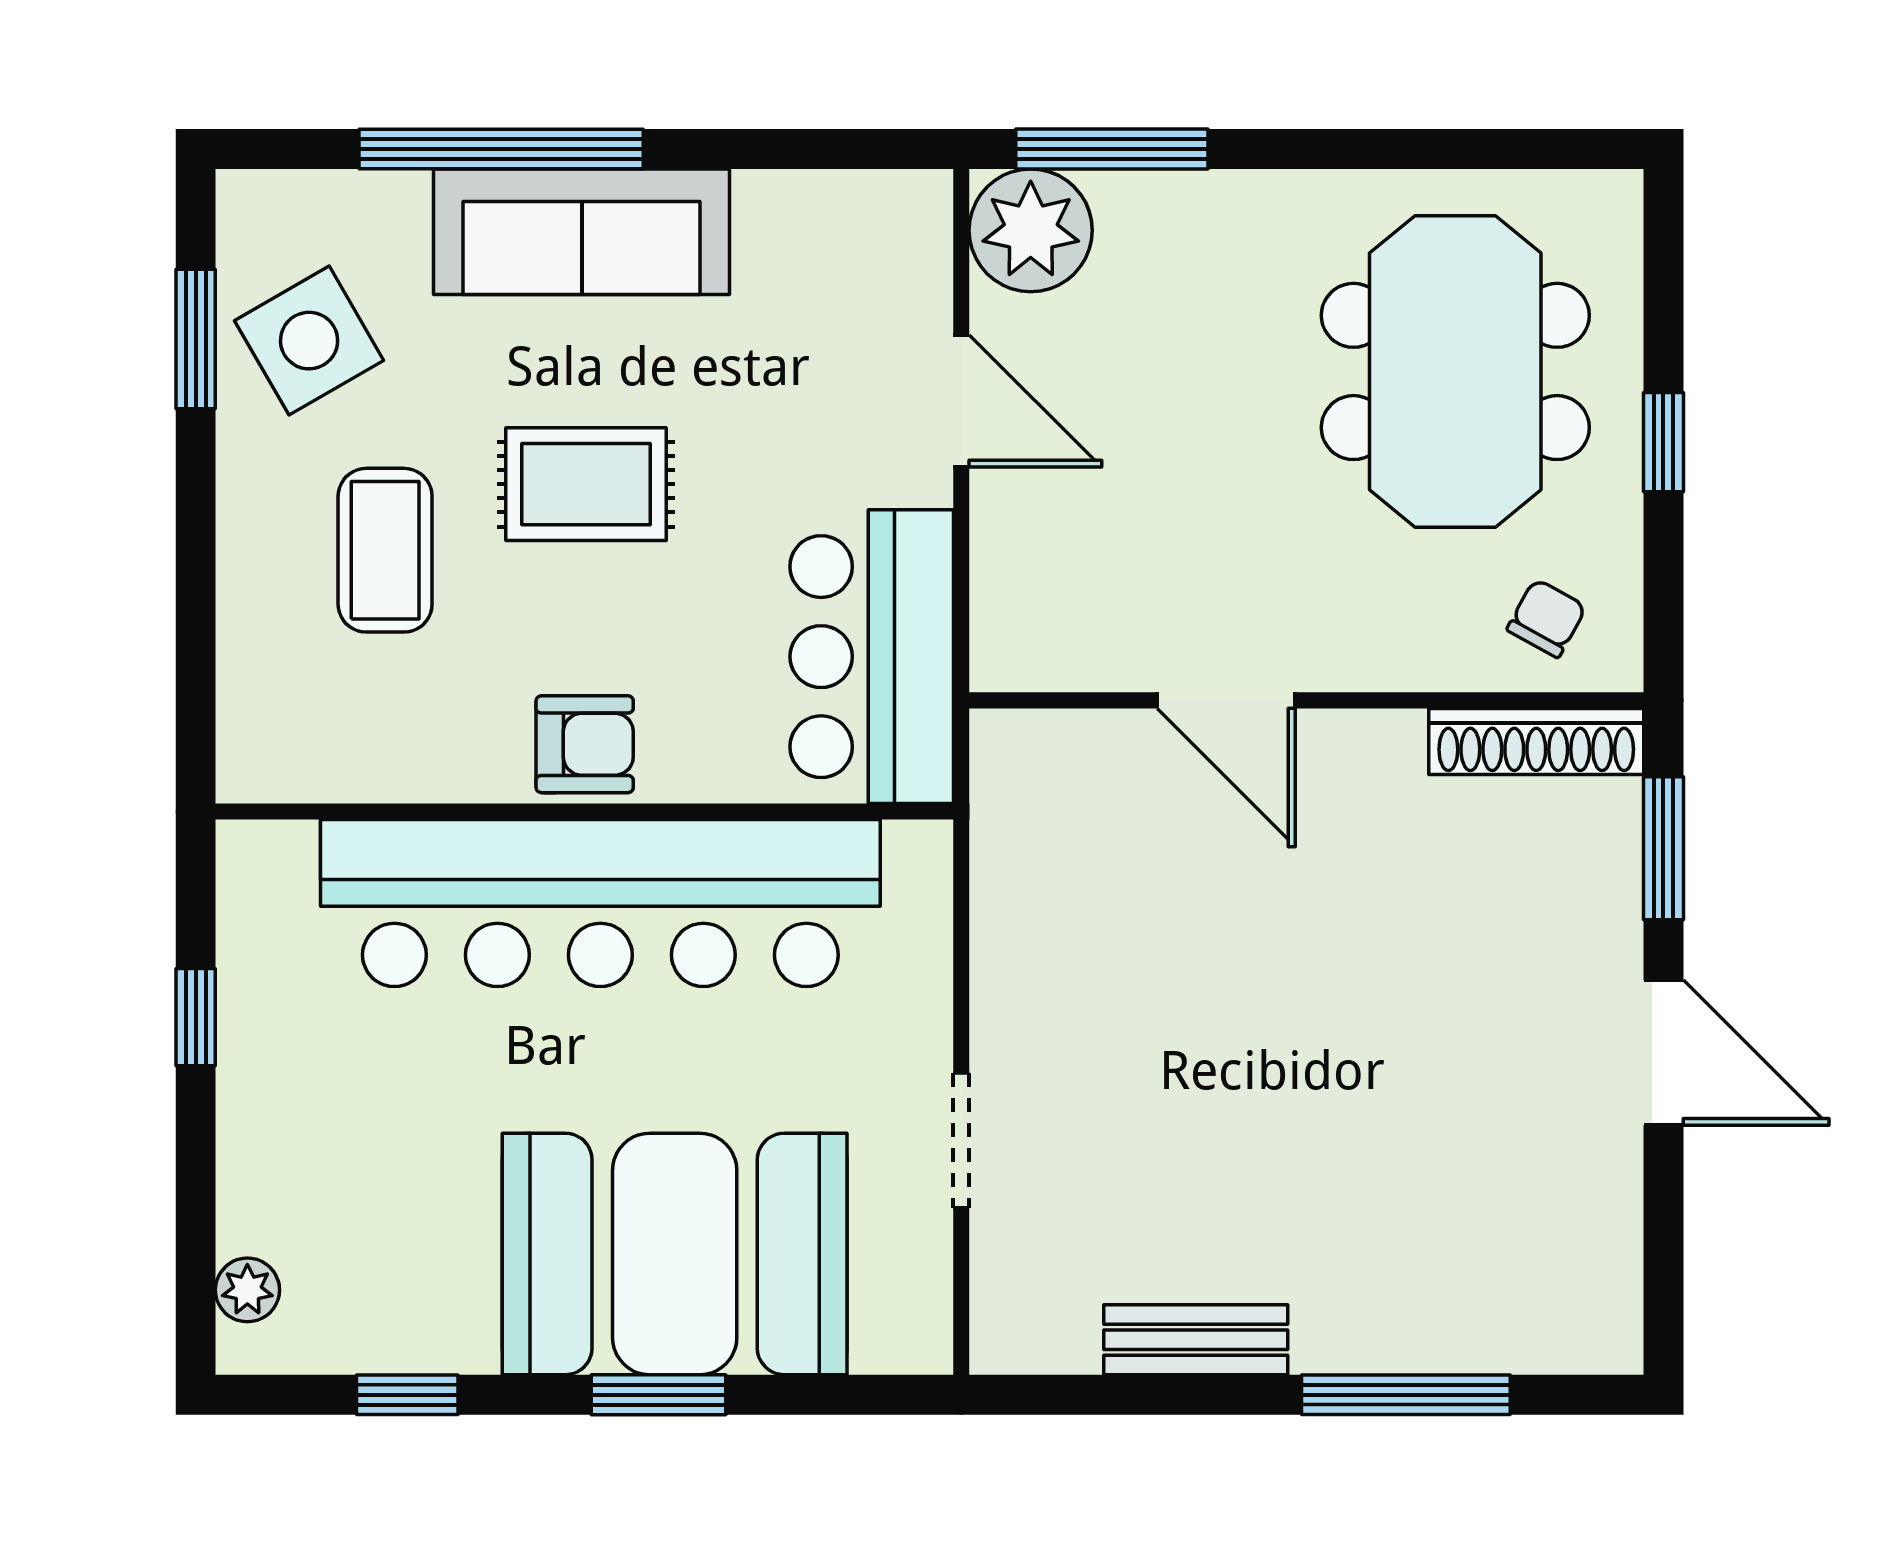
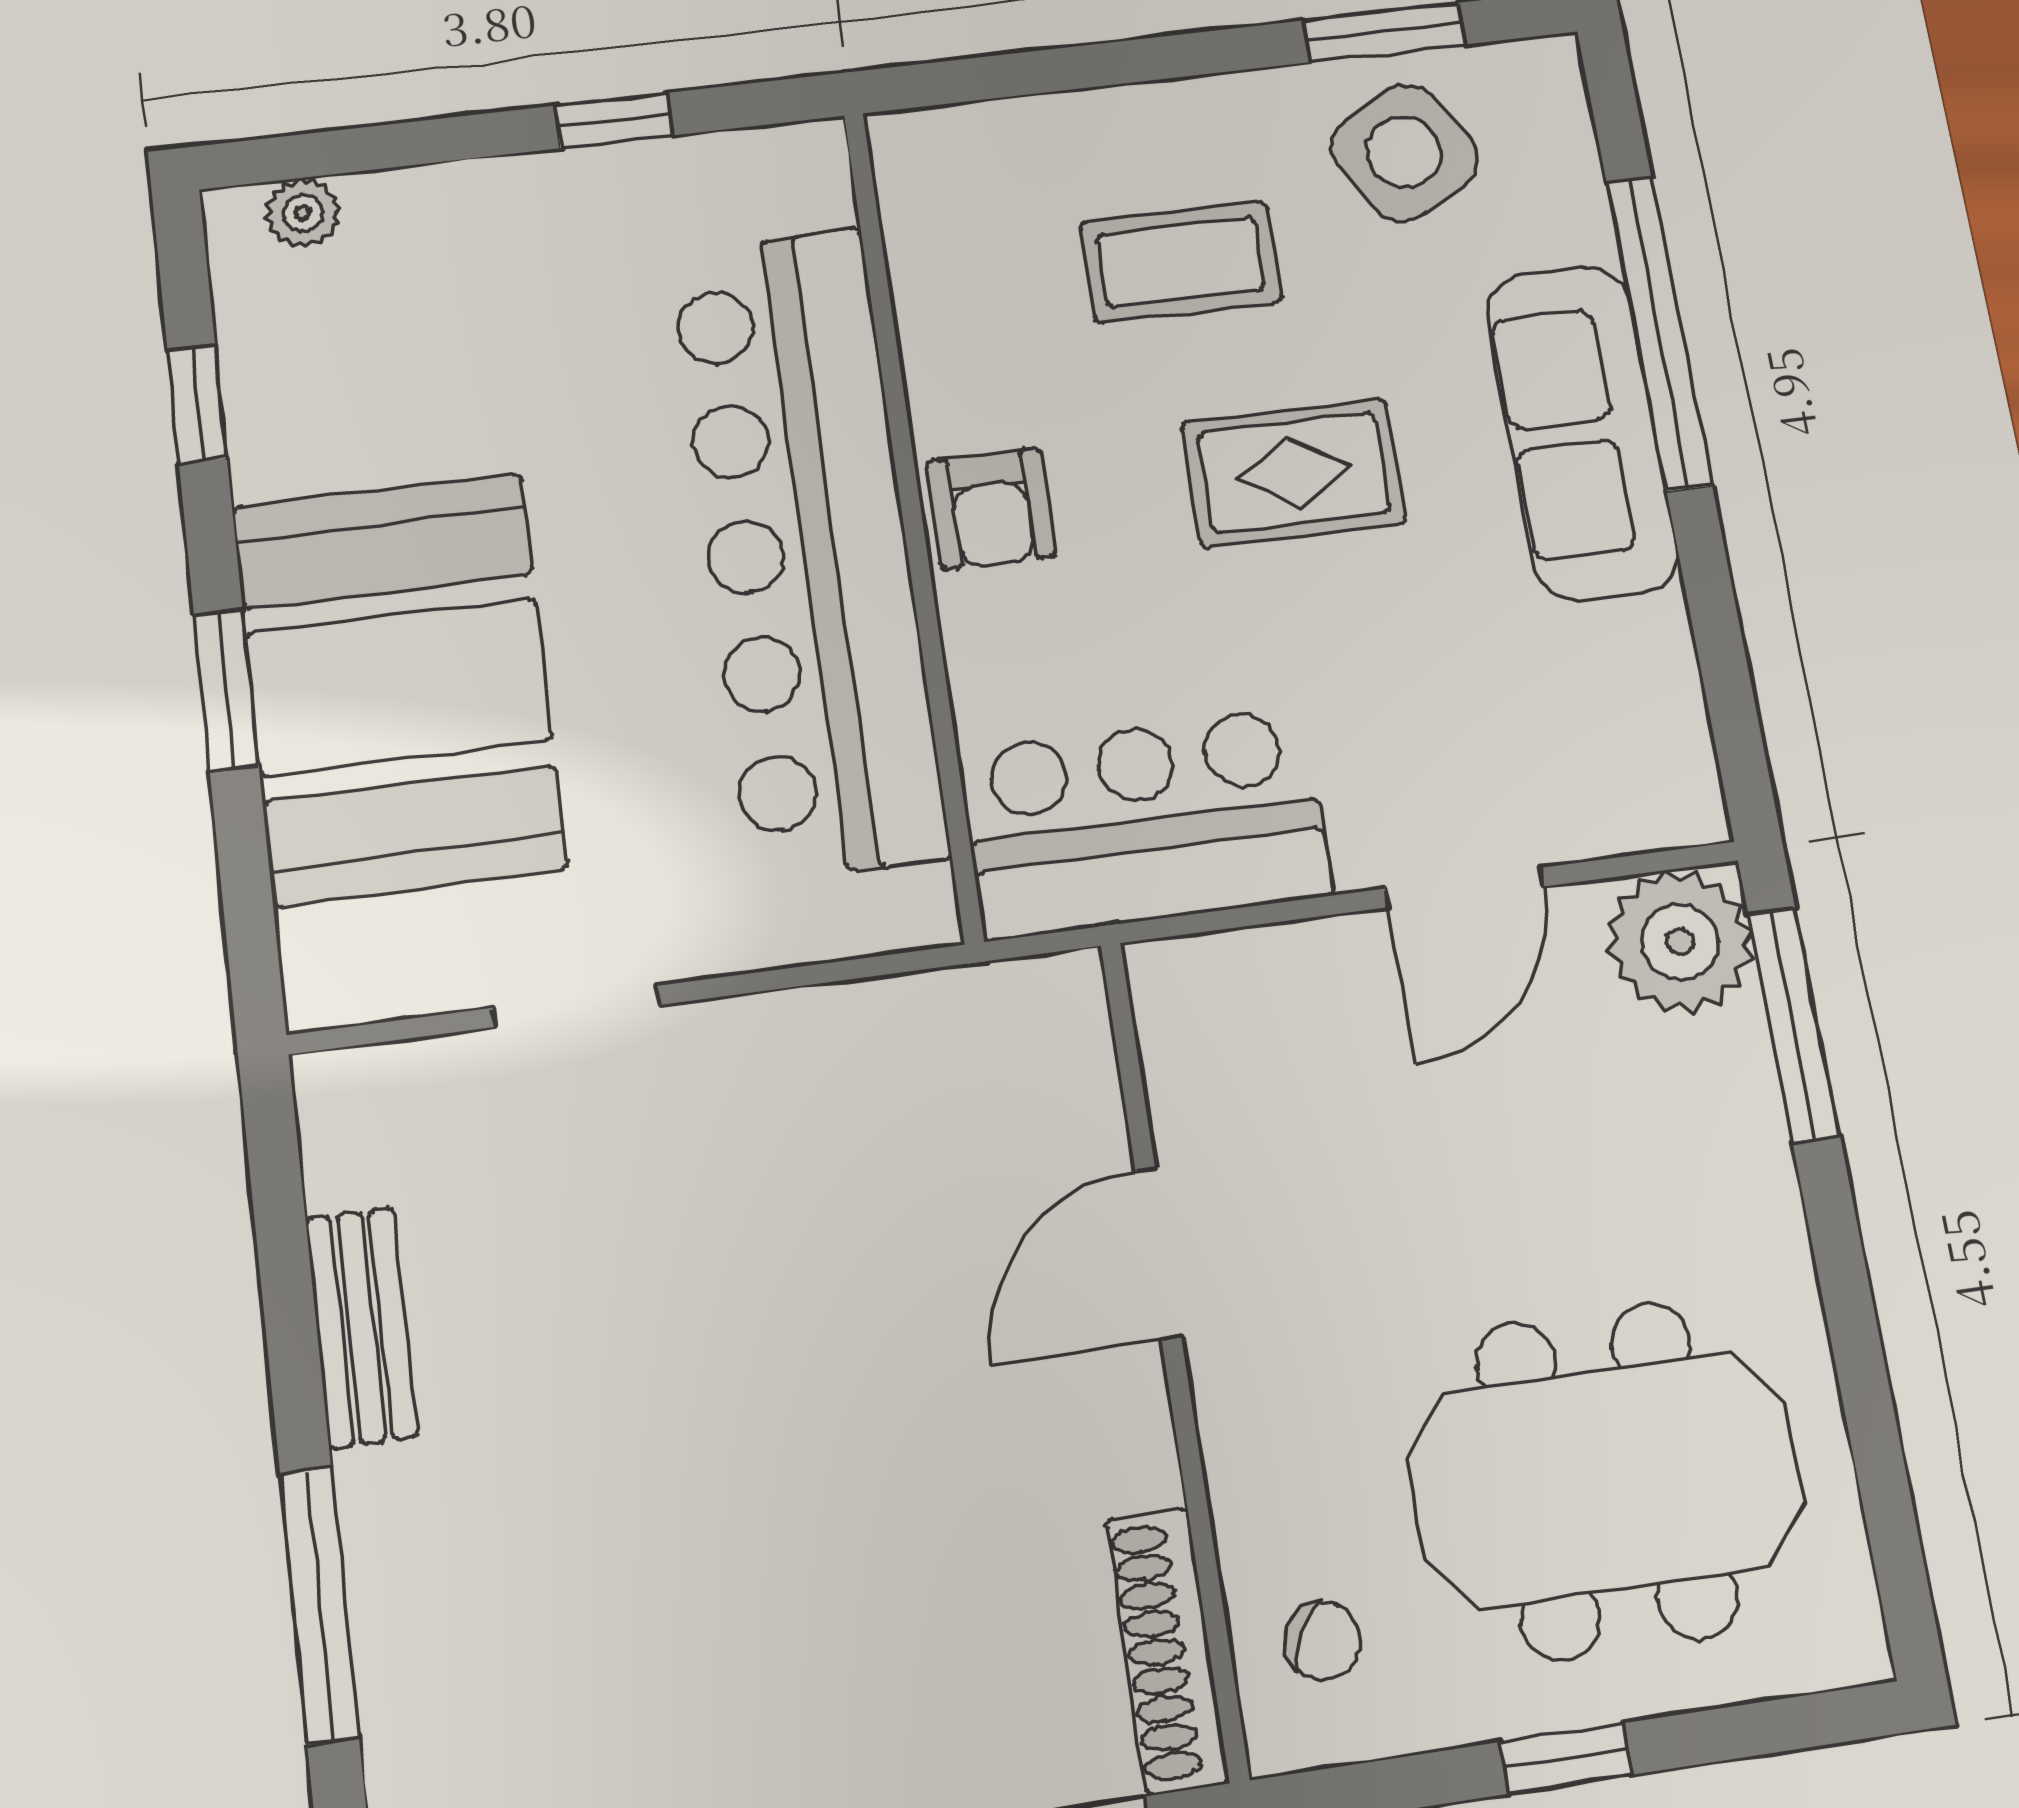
rug: (586, 484) -> (1294, 473), turned 90

